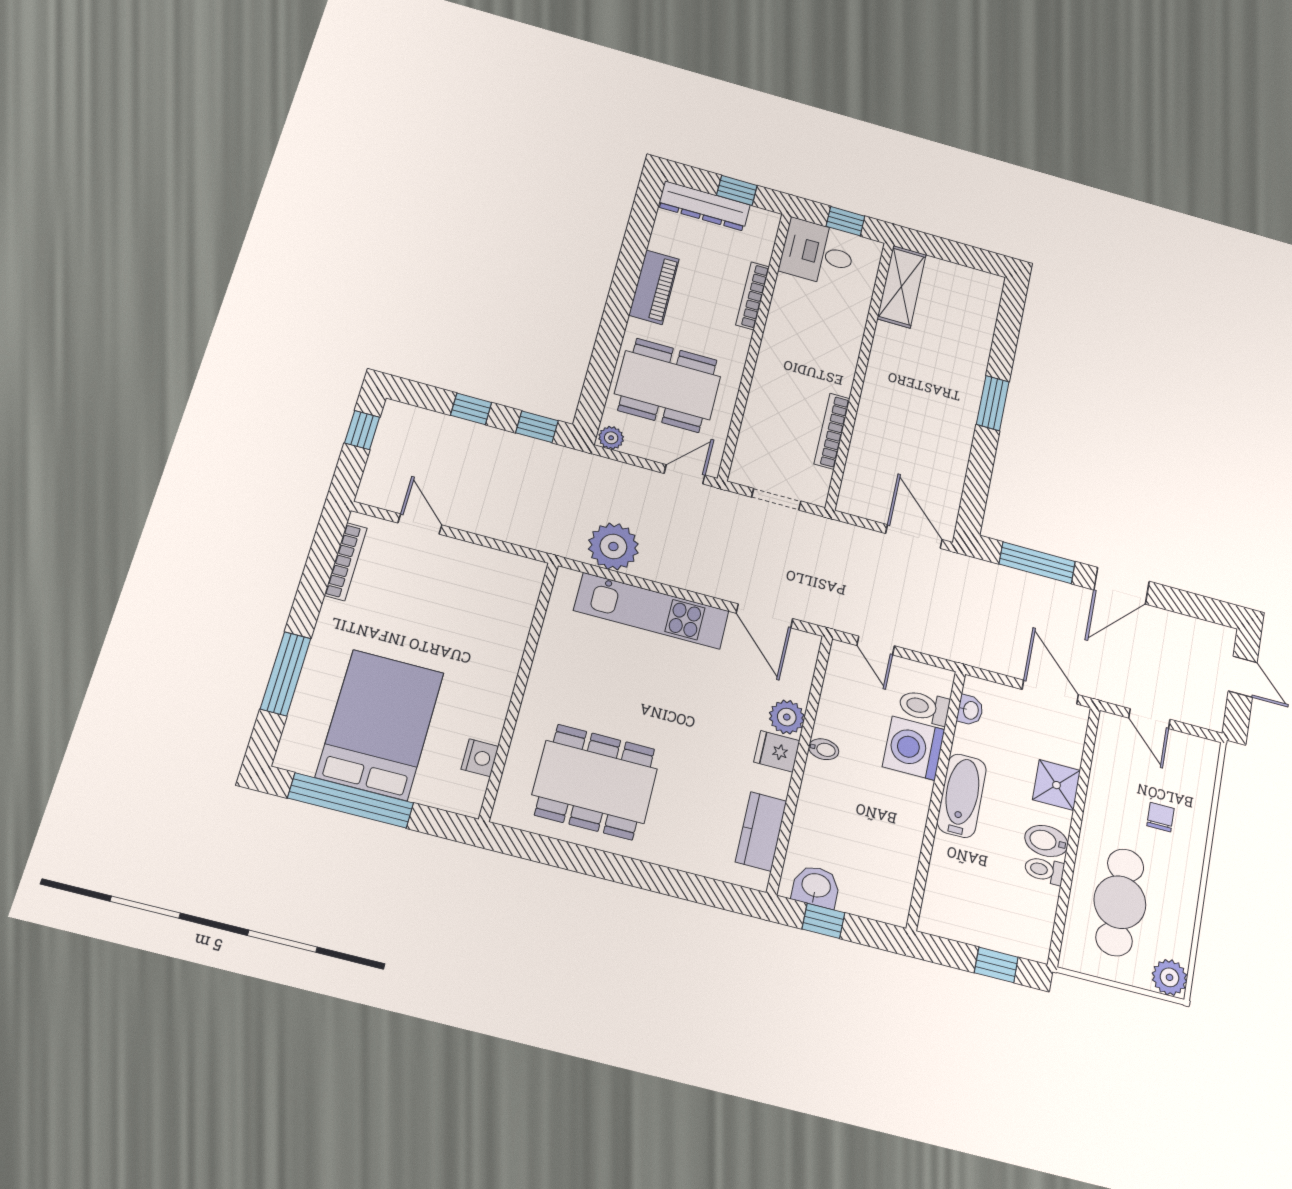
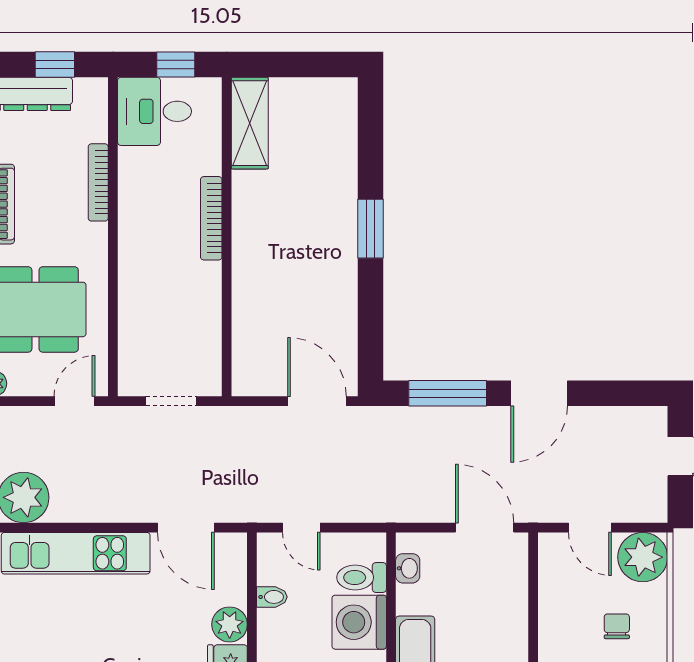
bookcase: (832, 431) -> (211, 218), moved
bidet: (824, 749) -> (272, 597), moved
plant: (1195, 759) -> (643, 557), added
shower: (1056, 785) -> (507, 621), removed

